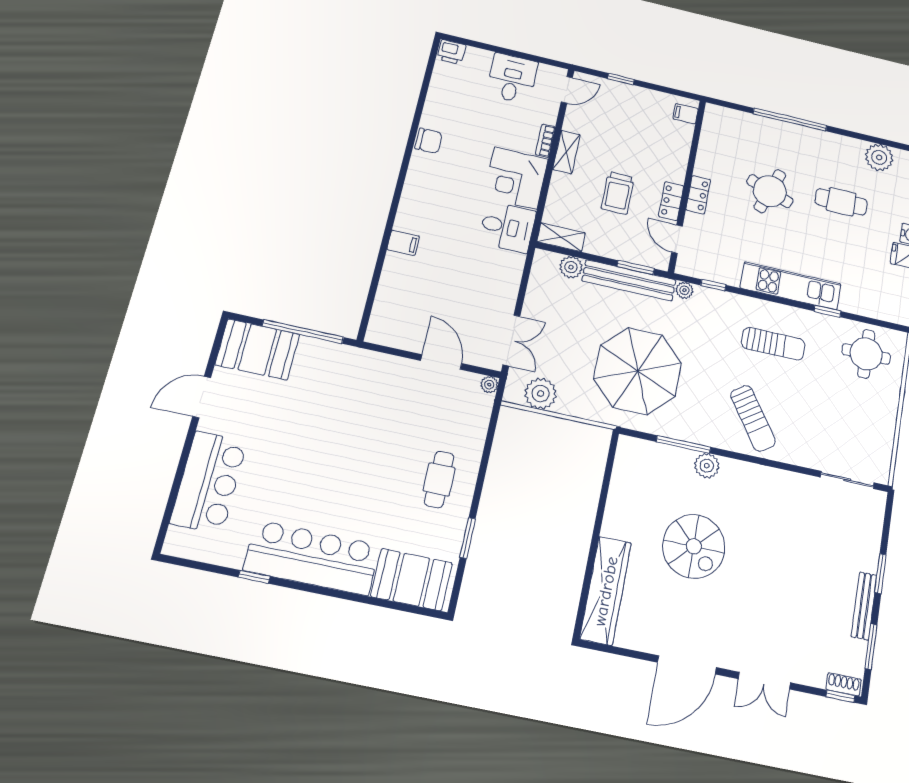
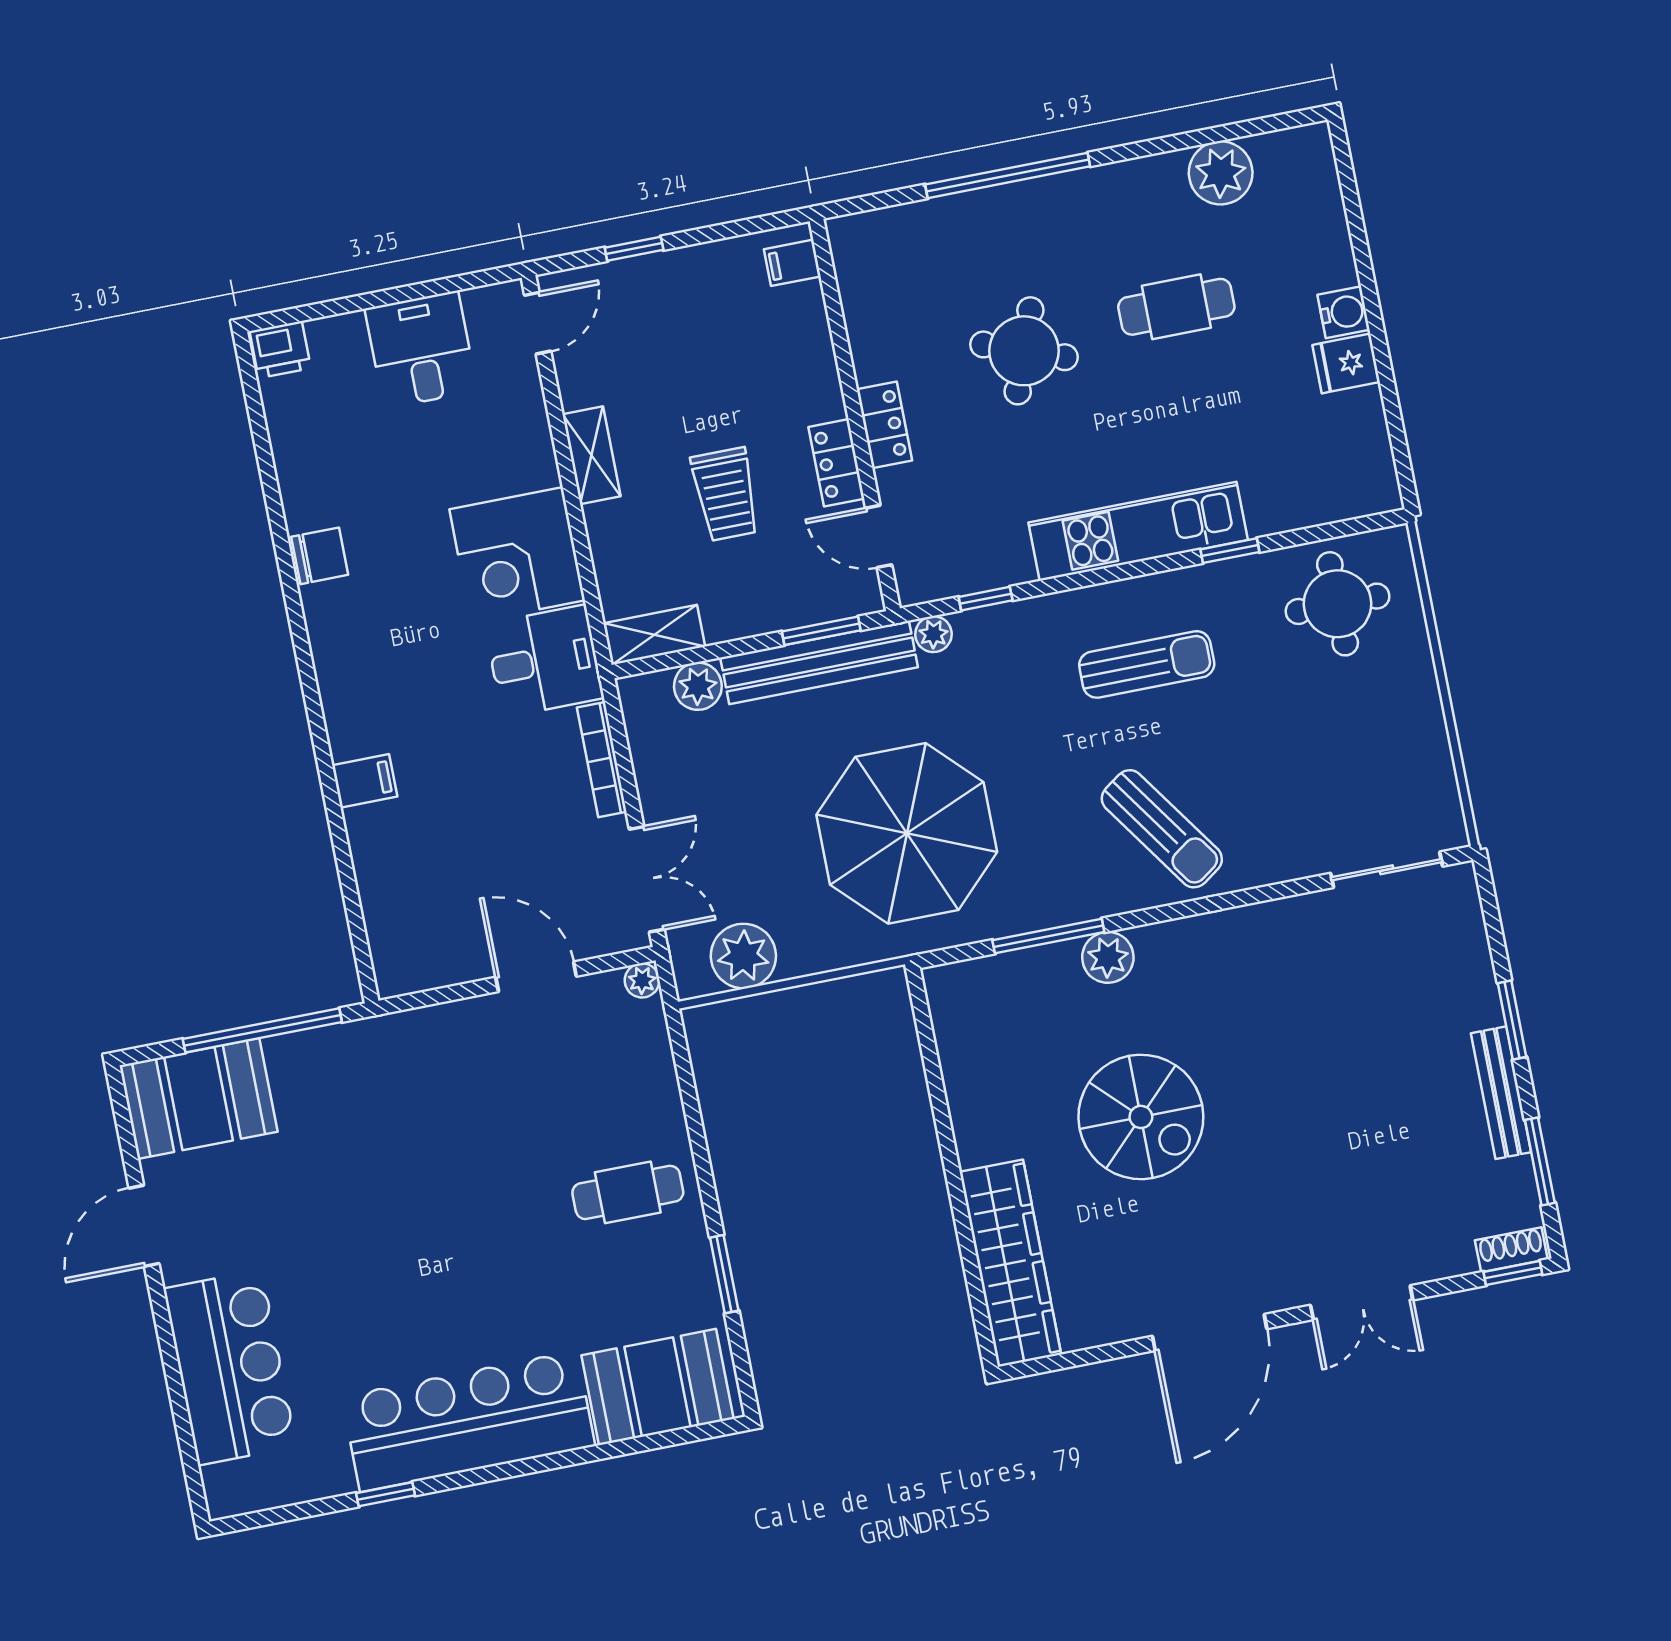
bookcase: (545, 141) -> (602, 760), moved, width x1.56
cafe table: (439, 479) -> (628, 1192), turned 90

